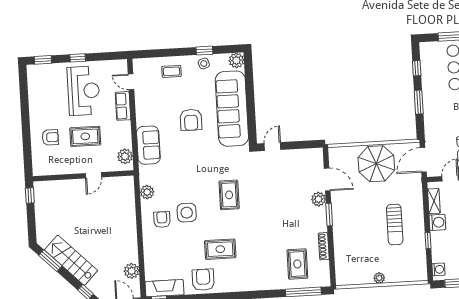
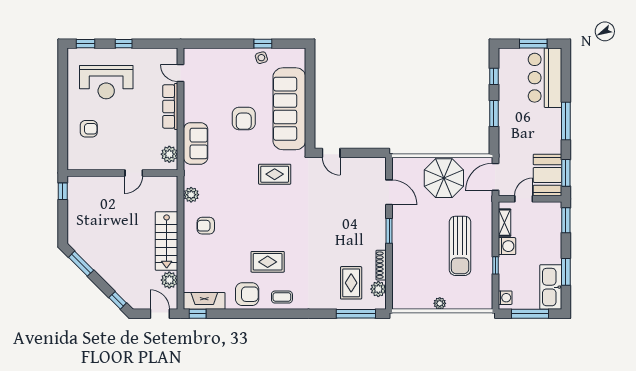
plant: (236, 60) -> (297, 56), removed
coffee table: (171, 71) -> (282, 297), moved
reception desk: (84, 91) -> (106, 82), moved, turned 90
row of seats: (123, 106) -> (170, 106), width x1.48
rug: (85, 136) -> (127, 130), removed
door: (272, 147) -> (331, 153), swing flipped
rug: (229, 195) -> (275, 174), moved, turned 90
plant: (319, 199) -> (378, 289), moved
side table: (187, 213) -> (233, 220), removed
armchair: (162, 220) -> (206, 226), turned -90
sun lounger: (395, 225) -> (460, 246), width x1.36, depth x1.34
stairs: (71, 260) -> (167, 241), moved, turned -135
armchair: (203, 280) -> (247, 294), turned 90

